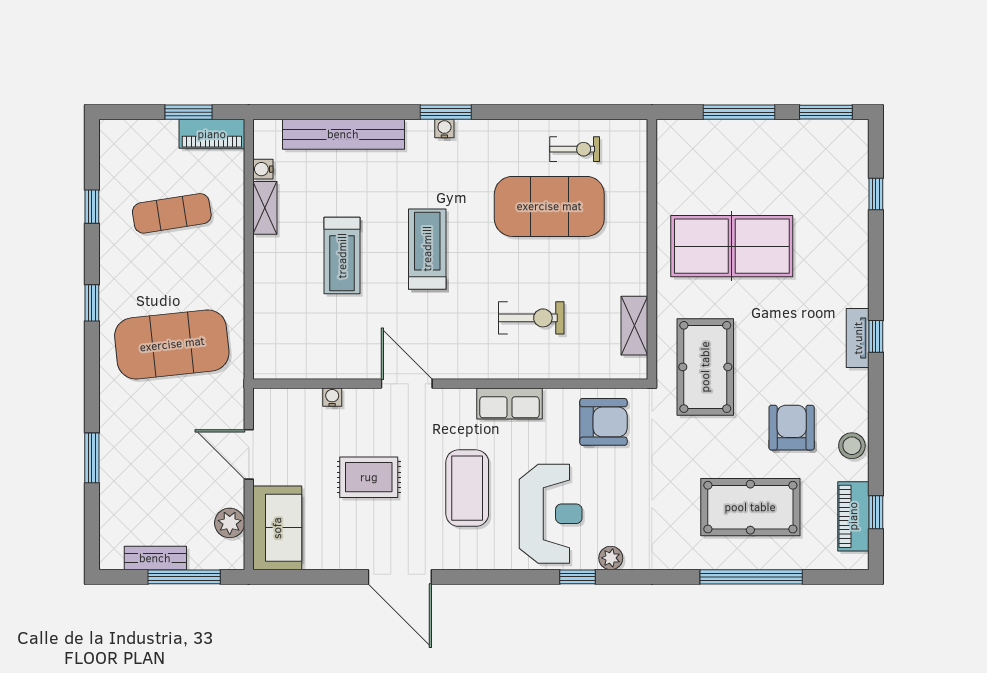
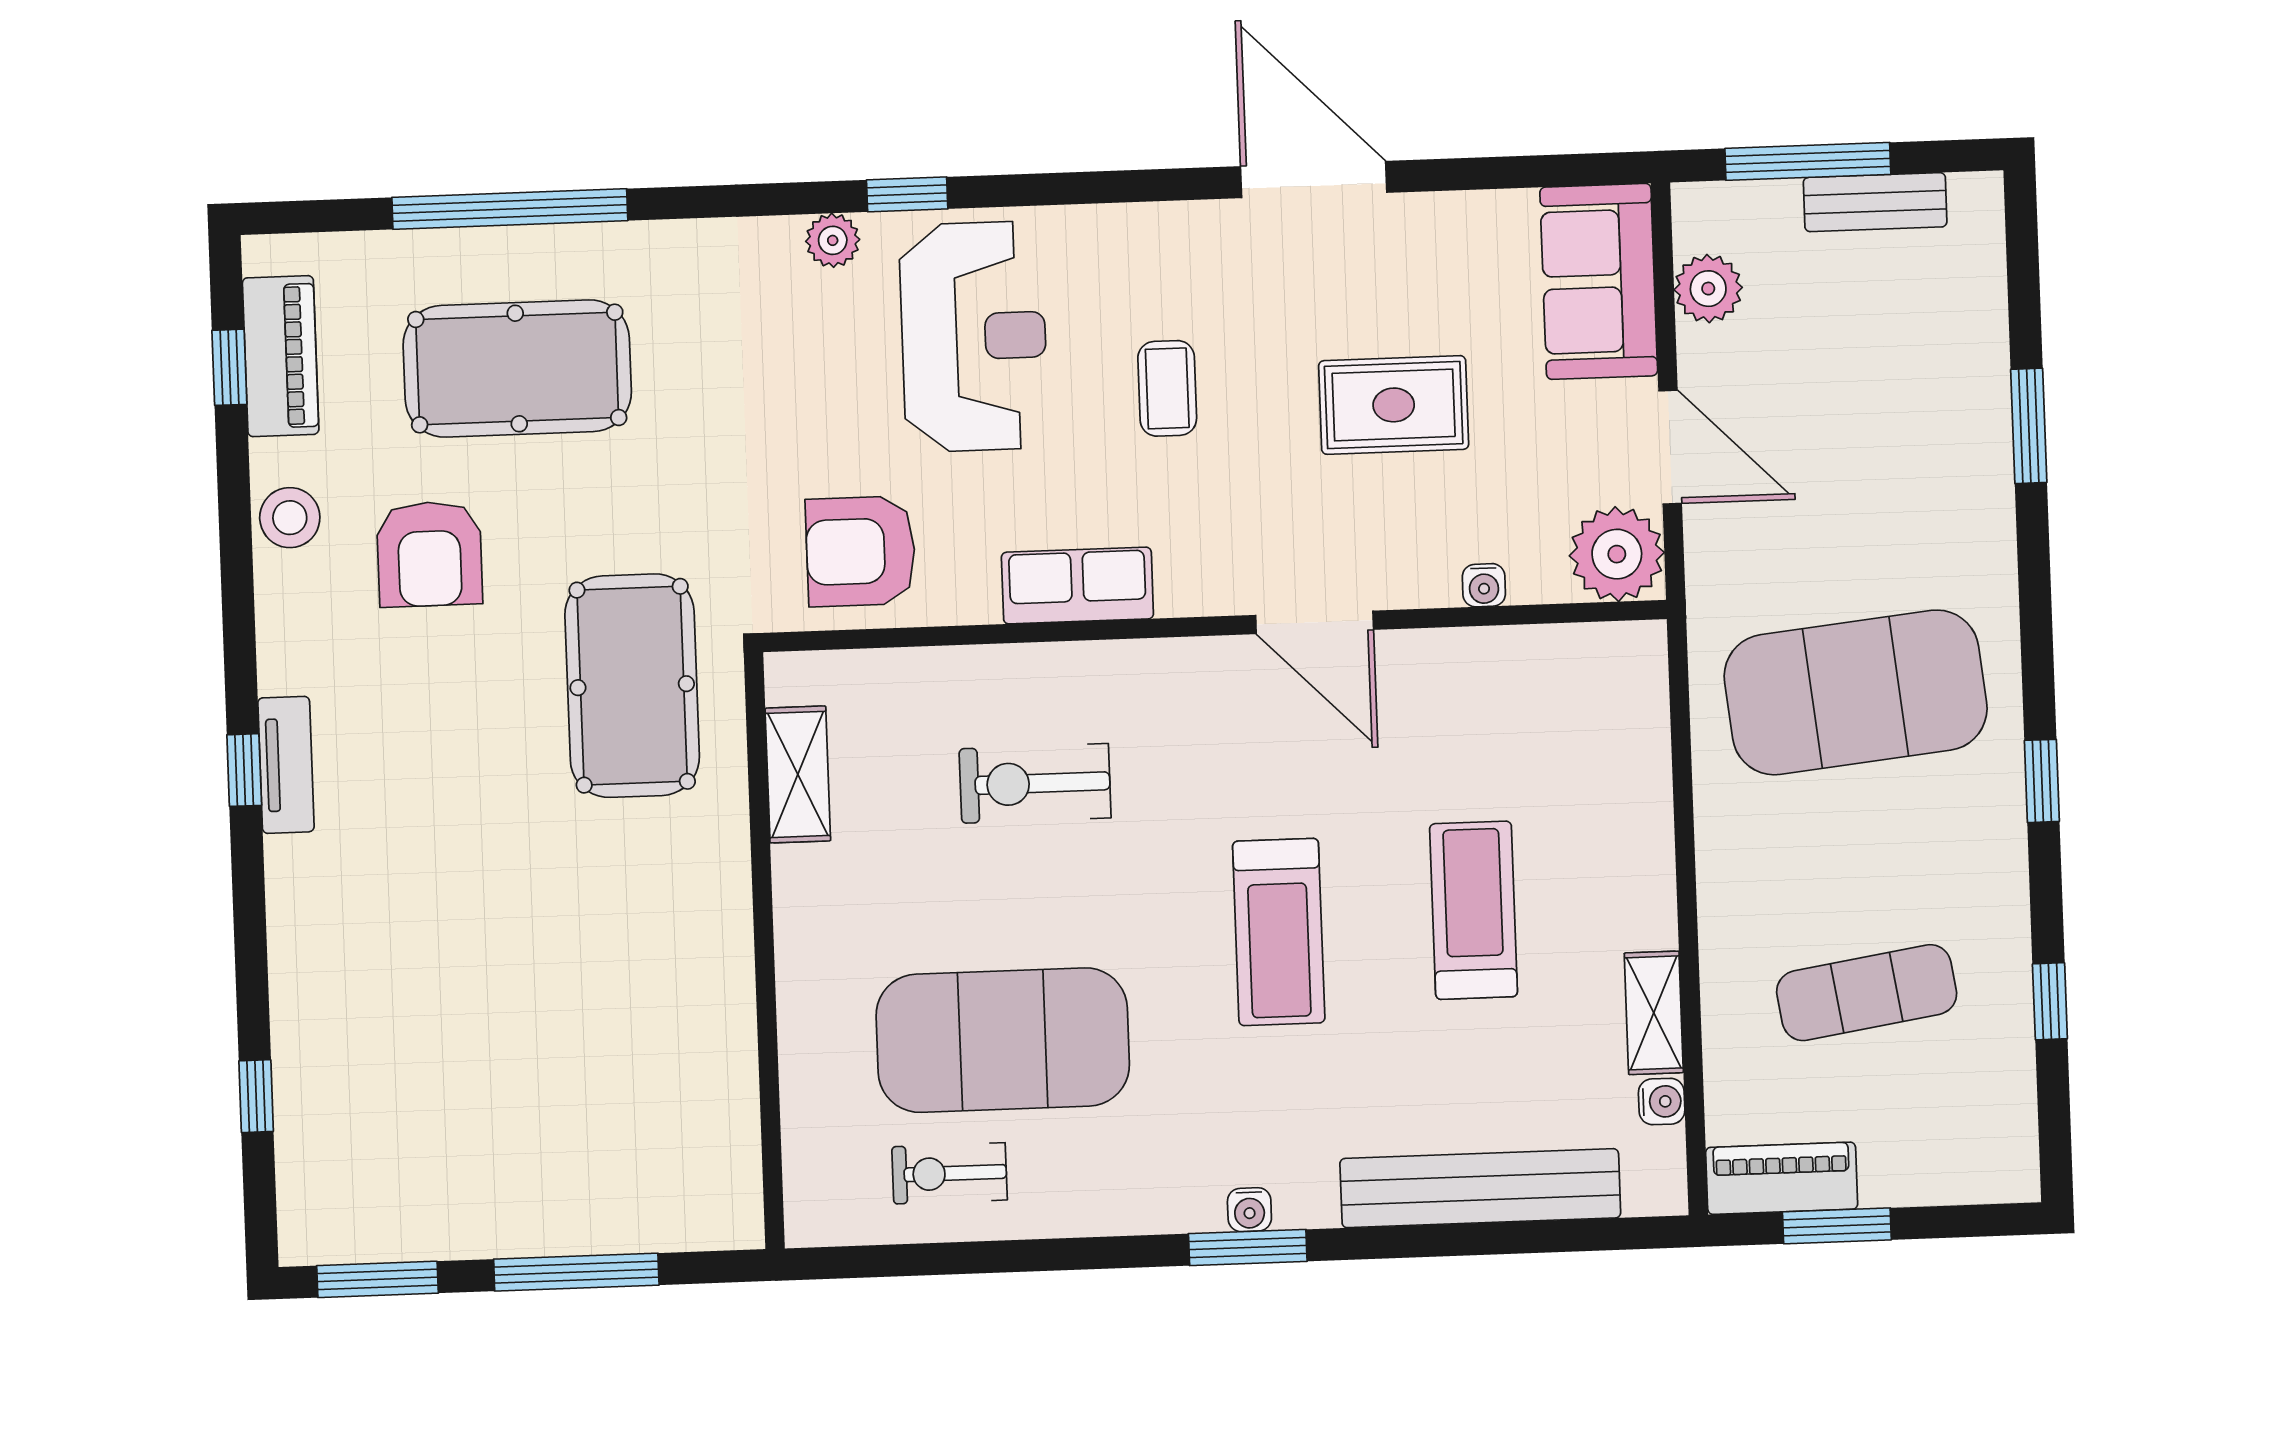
table tennis table: (732, 246) -> (582, 965), removed
plant: (274, 409) -> (1617, 554), added
coffee table: (467, 488) -> (1167, 388), width x0.54, depth x0.58
reception desk: (551, 514) -> (974, 337), turned 180

